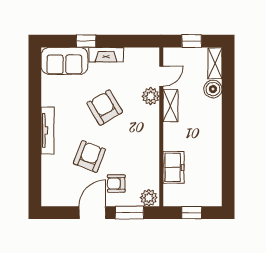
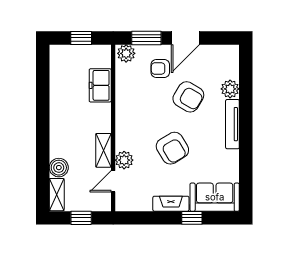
armchair: (89, 156) -> (188, 97), turned -80
plant: (50, 164) -> (230, 89), added
armchair: (116, 183) -> (160, 68), turned 180

